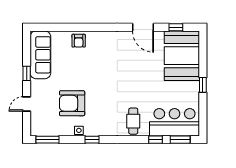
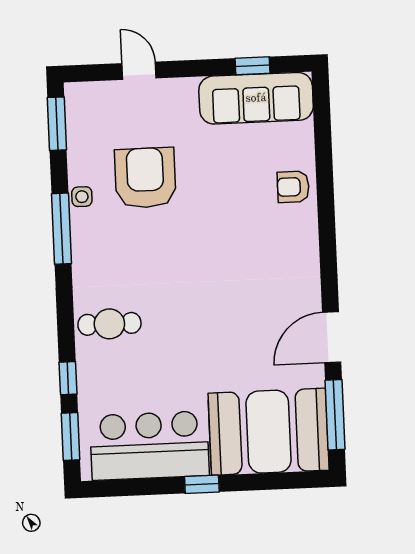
window: (176, 27) -> (335, 415), width x2.17
window: (27, 73) -> (252, 66), moved
bar counter: (175, 122) -> (149, 446), moved, turned -90
window: (92, 140) -> (62, 229), width x2.17

